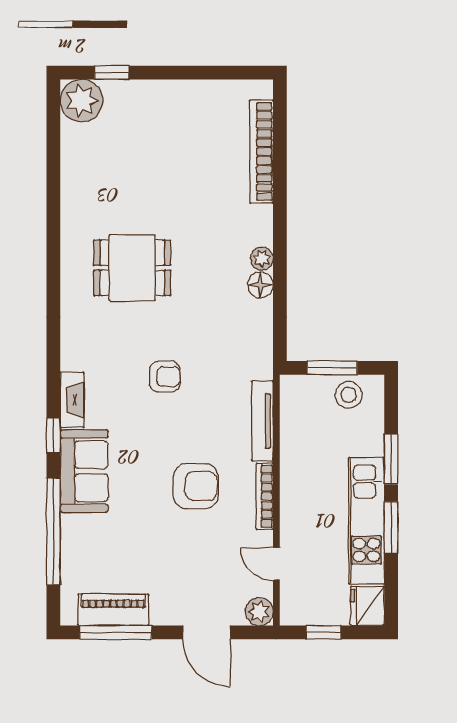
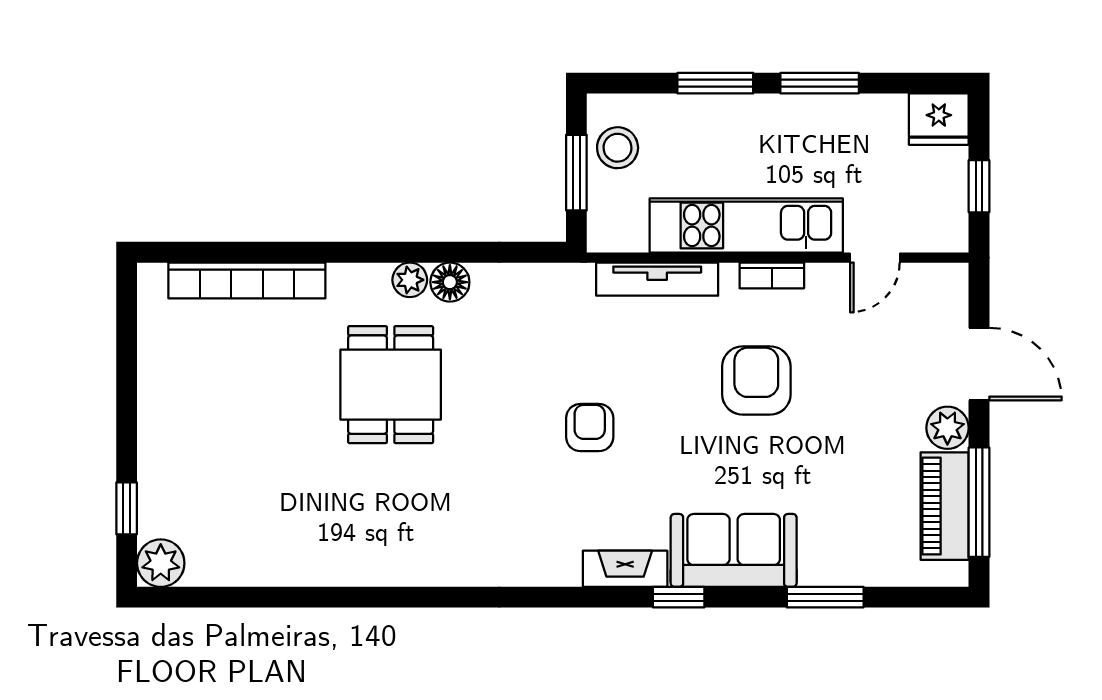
plant: (81, 101) -> (161, 563), width x0.73, depth x0.73
dining table: (132, 268) -> (391, 385), moved
bookcase: (265, 496) -> (772, 275), width x0.64
kitchen unit: (366, 521) -> (746, 225), moved, turned 180
window: (53, 531) -> (825, 597), width x0.47
plant: (259, 612) -> (947, 428), moved
door: (207, 632) -> (979, 364), hinge flipped

